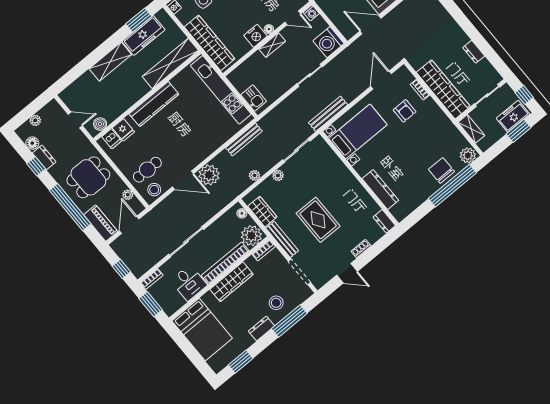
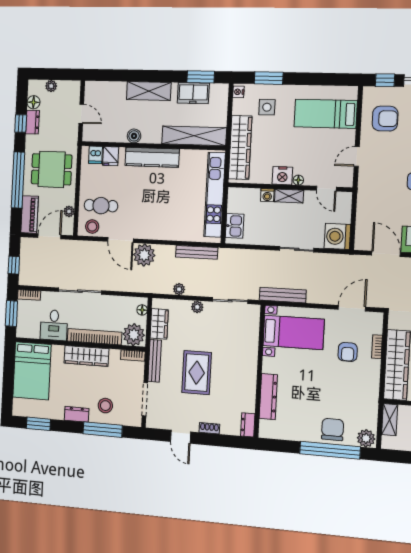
washing machine: (311, 13) -> (267, 195), moved
freezer: (144, 35) -> (193, 93), width x0.71
boiler: (100, 124) -> (134, 136), moved

